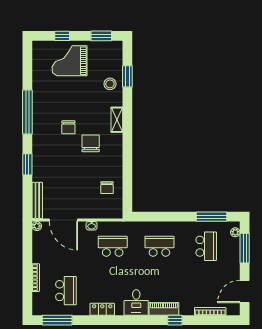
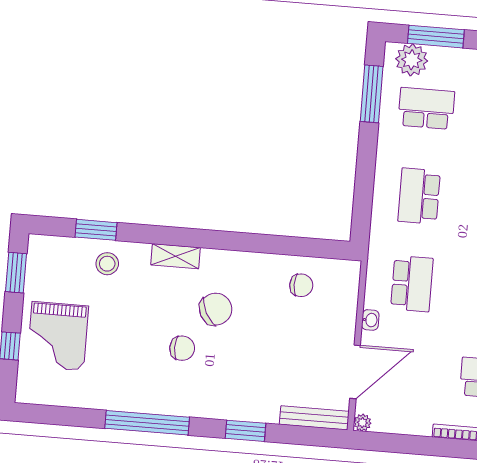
chair: (91, 143) -> (216, 309), turned 152
plant: (235, 232) -> (412, 60), width x1.88, depth x1.88
school desk: (113, 246) -> (412, 284), turned 180

